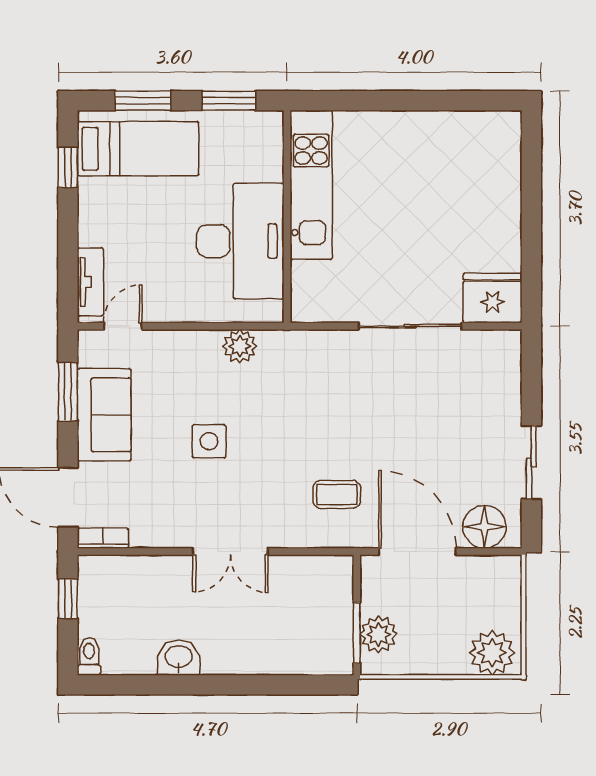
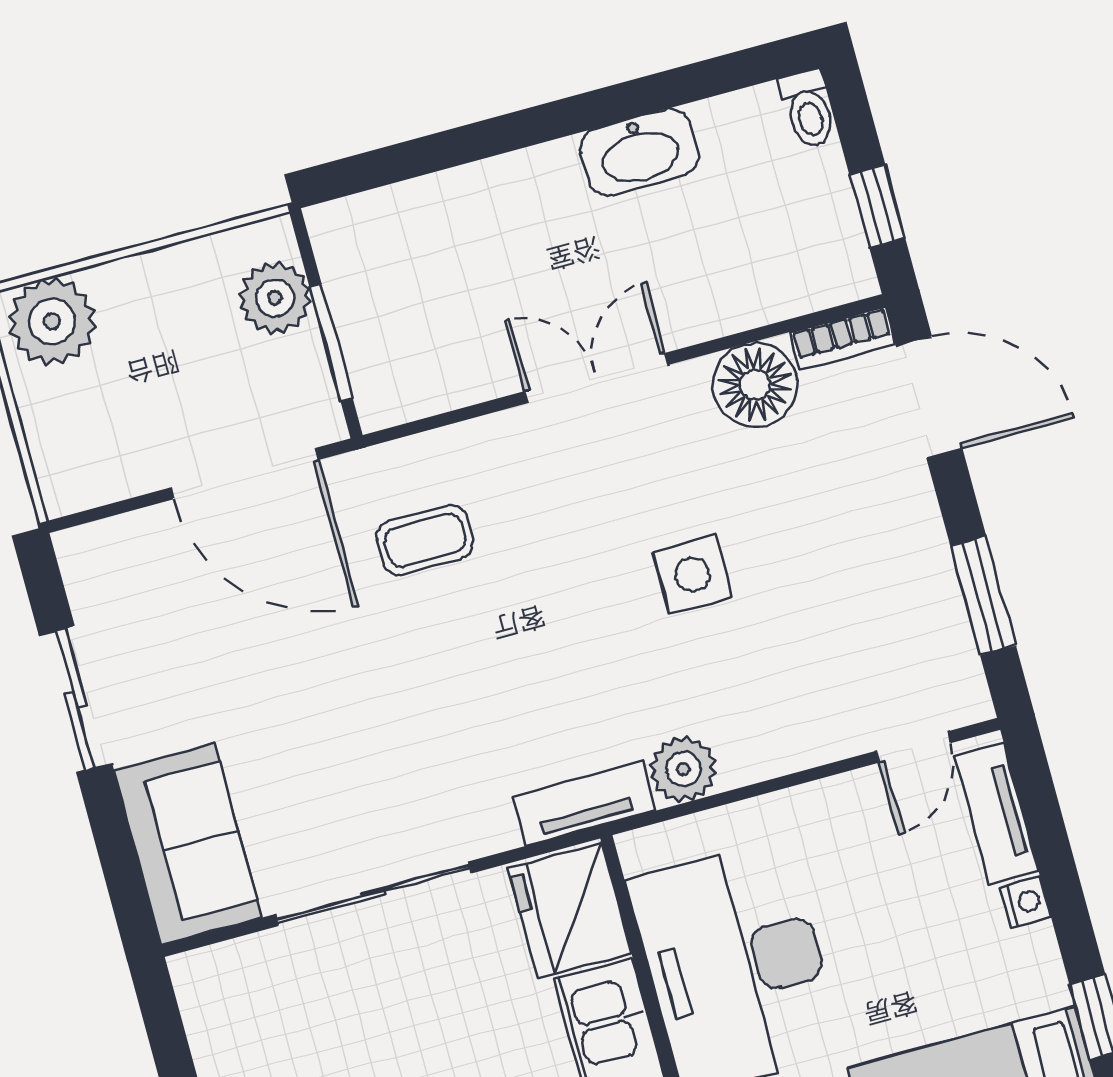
nightstand: (88, 234) -> (1026, 902), added
fridge: (492, 298) -> (570, 910), moved, turned 90
tv unit: (294, 342) -> (584, 804), added
sofa: (104, 415) -> (188, 844), moved, turned 180
floor lamp: (484, 527) -> (755, 385), moved
window: (357, 633) -> (331, 343), moved
washbasin: (179, 658) -> (639, 152), width x1.38

